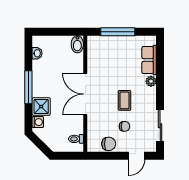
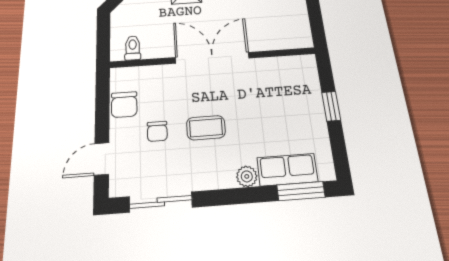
window: (118, 32) -> (331, 106), width x0.46
bidet: (77, 44) -> (297, 39), removed
window: (160, 55) -> (301, 191), added
door: (137, 156) -> (102, 159), hinge flipped

